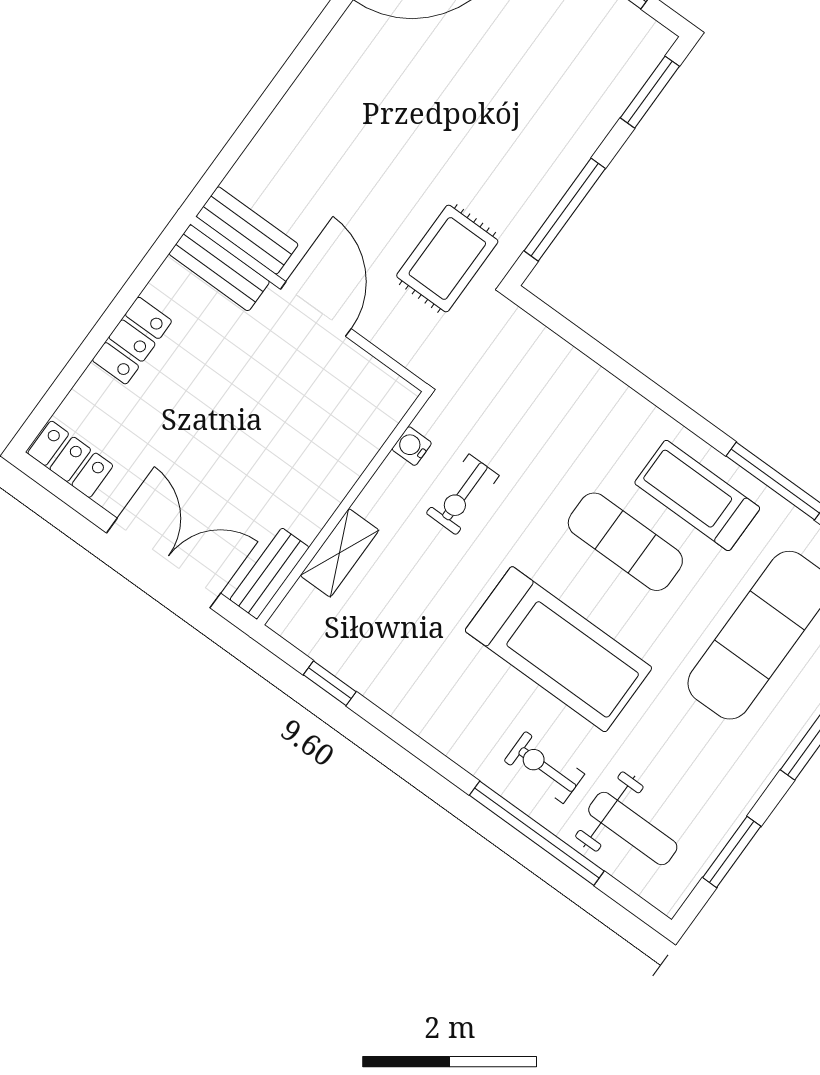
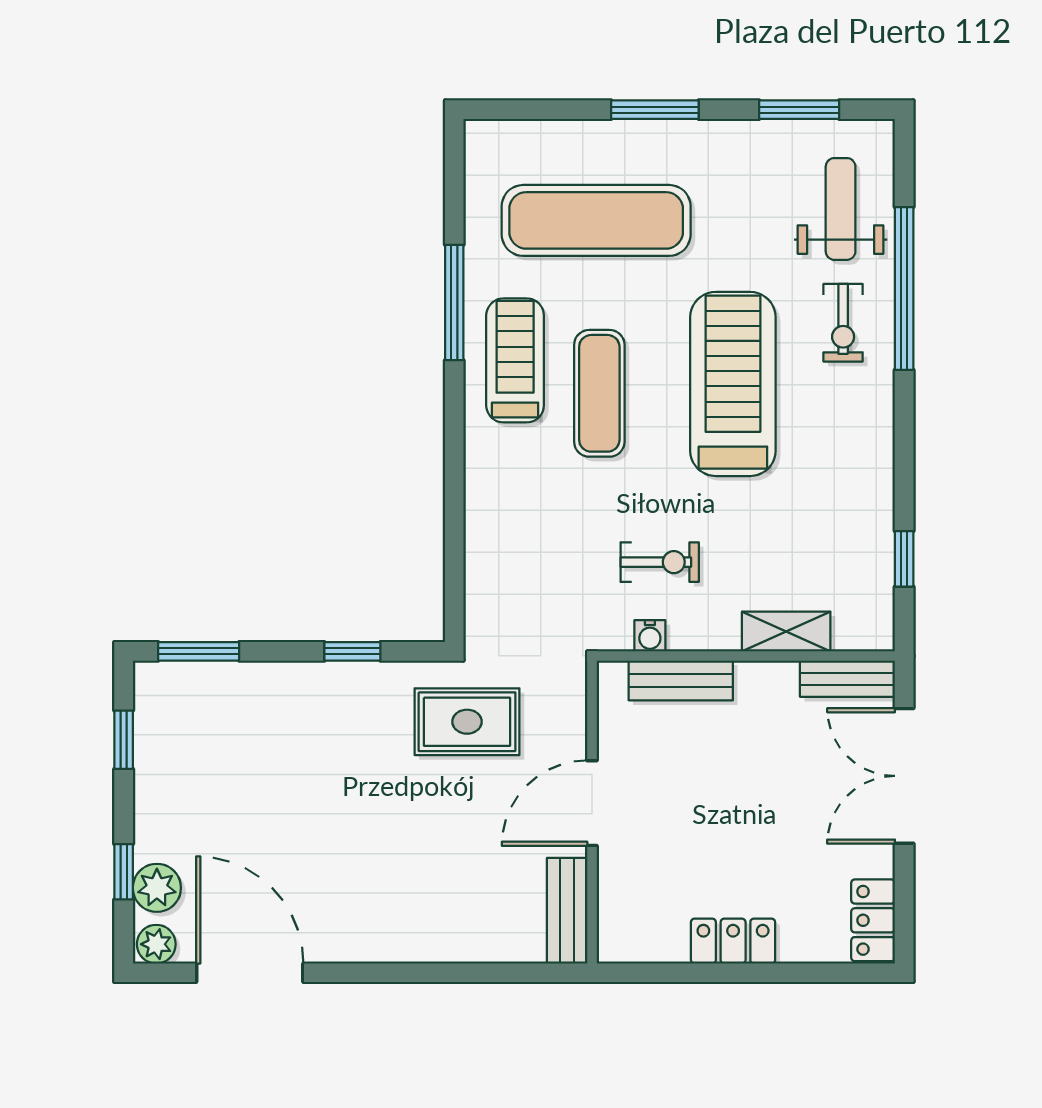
window: (565, 210) -> (352, 651), width x0.46
bench: (219, 268) -> (681, 680), moved, turned 90
treadmill: (697, 495) -> (515, 360), turned 180

